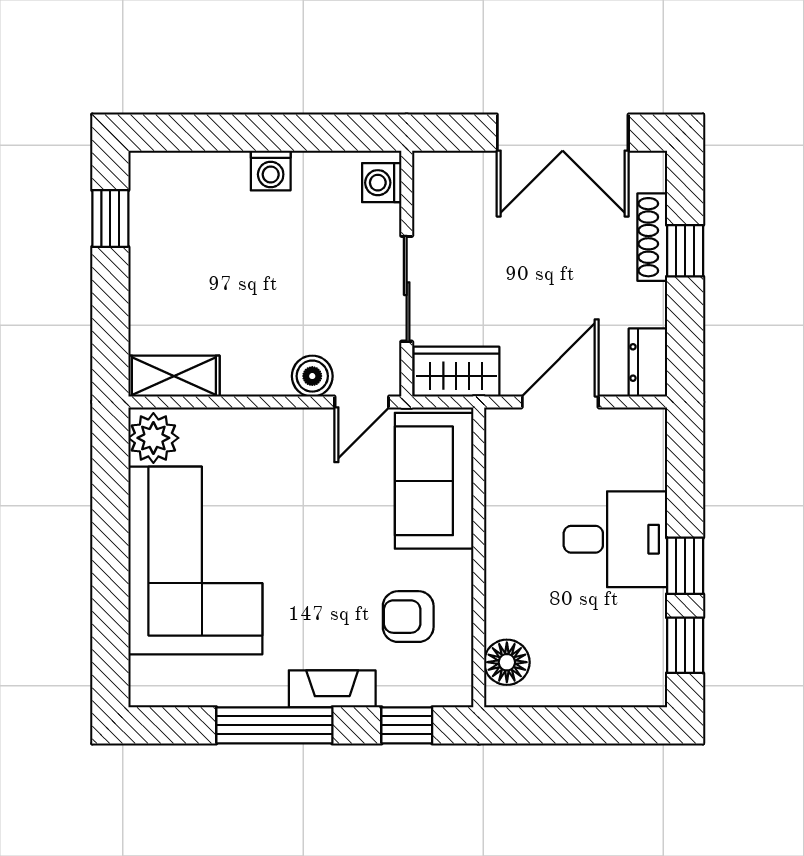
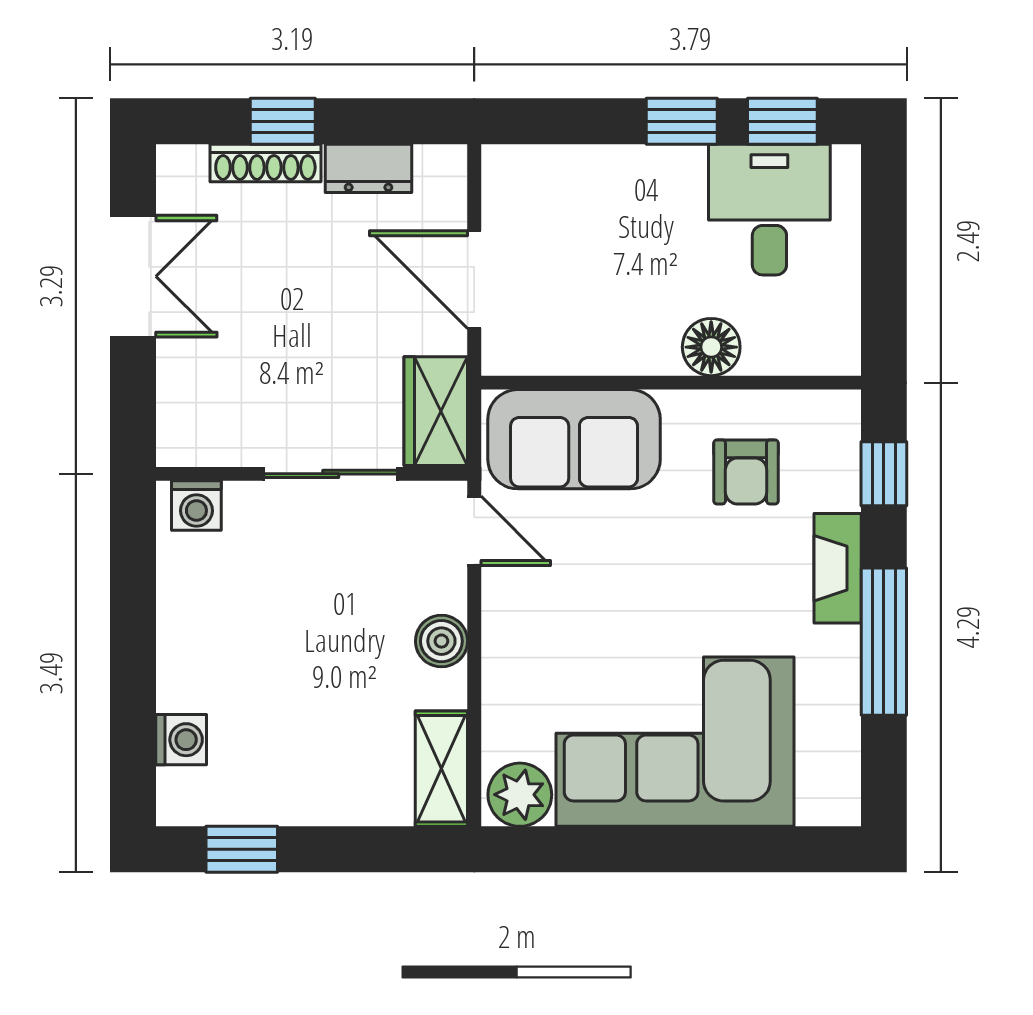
double door: (563, 133) -> (133, 276), width x0.73
washing machine: (271, 171) -> (181, 740), moved
dresser: (648, 362) -> (368, 168), moved
boiler: (312, 376) -> (441, 641), moved
desk: (615, 539) -> (769, 210), moved
floor lamp: (507, 662) -> (711, 347), moved

